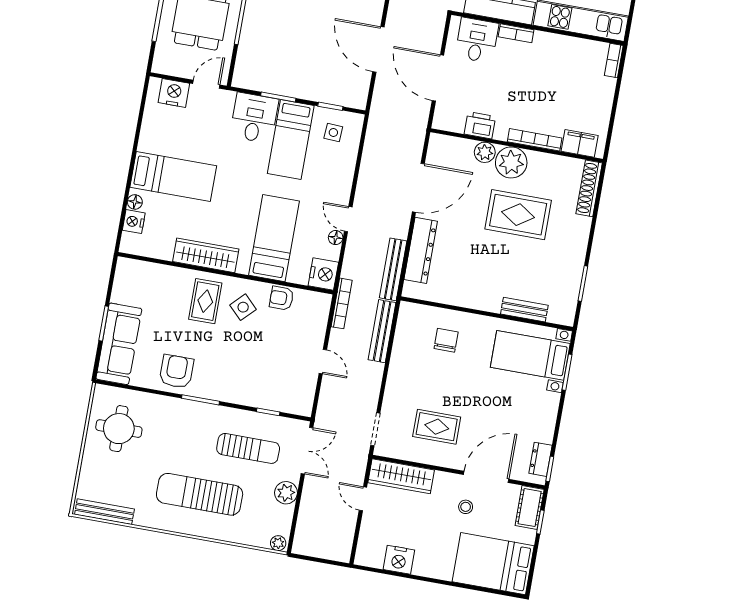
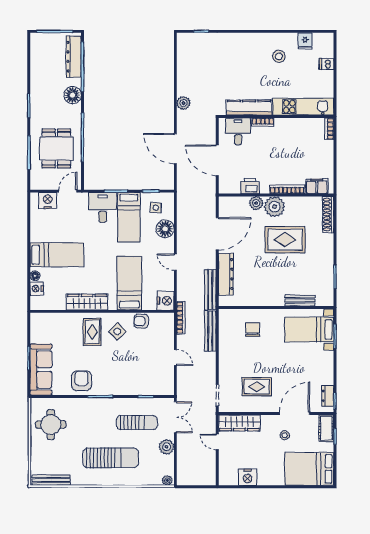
floor lamp: (336, 238) -> (165, 229), moved, width x1.89, depth x1.89
sun lounger: (200, 494) -> (111, 458), turned 180

